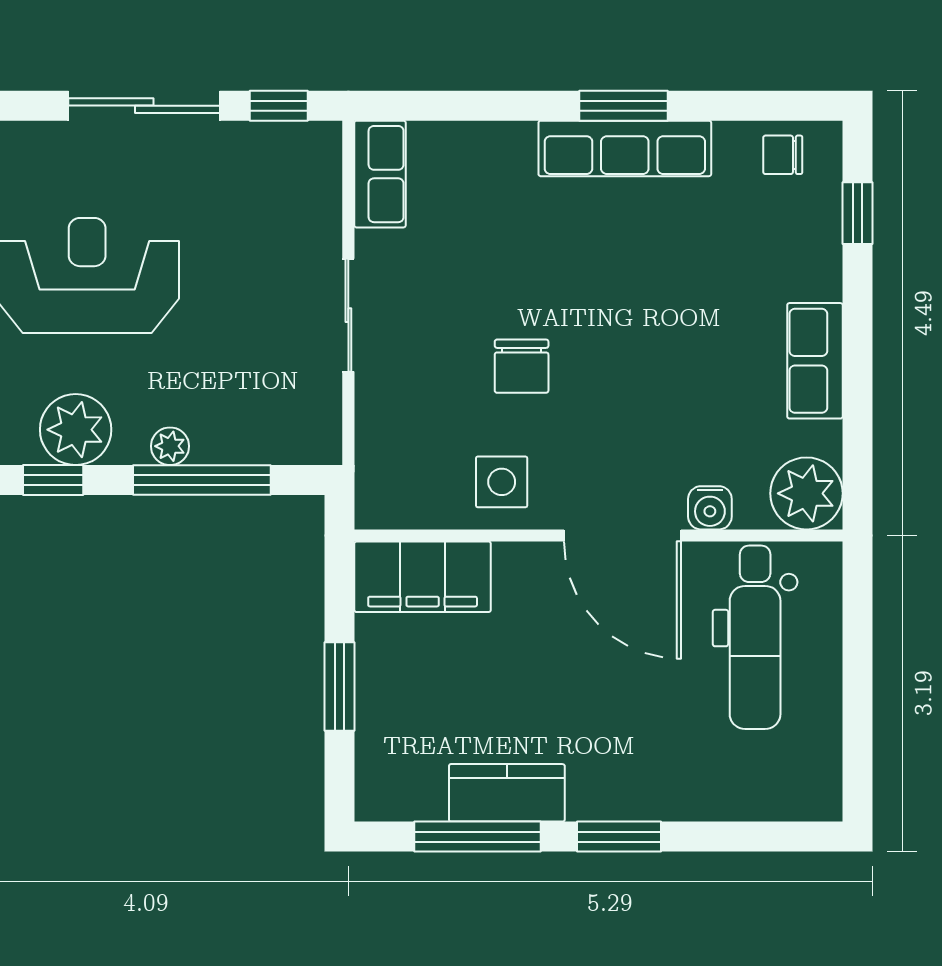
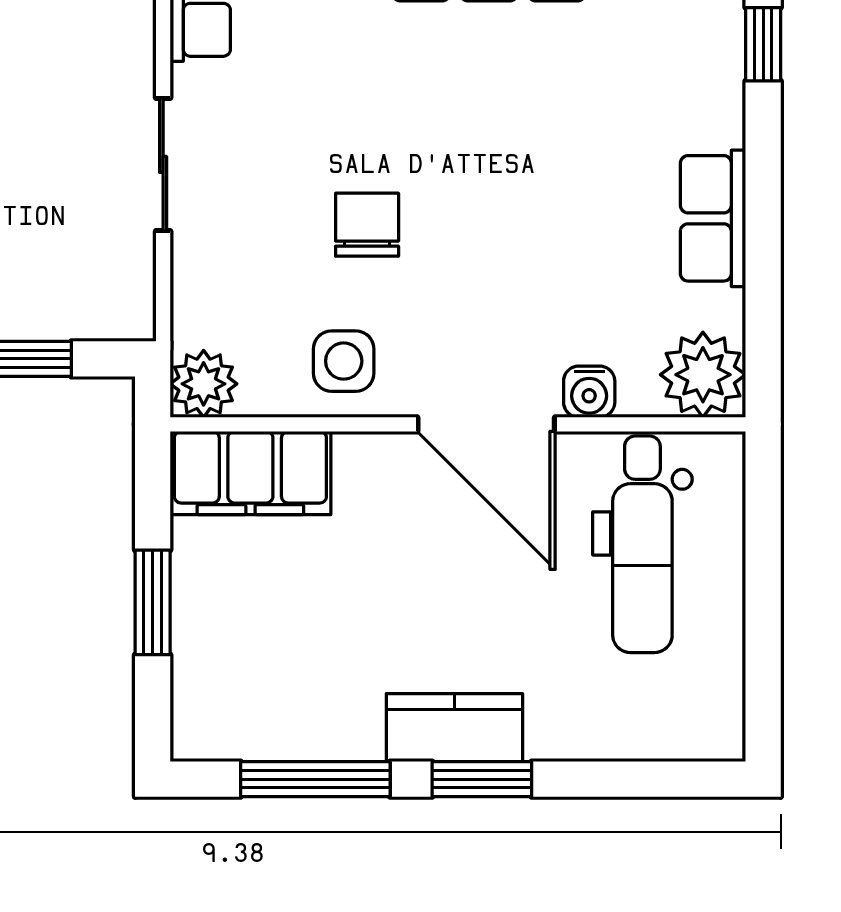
chair: (522, 366) -> (367, 225), turned 180
plant: (383, 501) -> (204, 384), added
kitchen counter: (507, 793) -> (454, 728), moved

